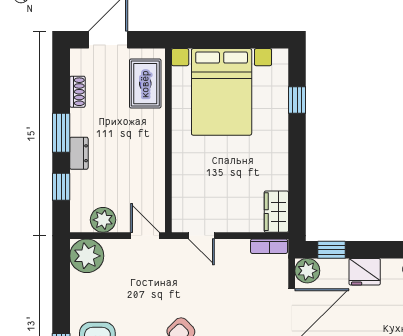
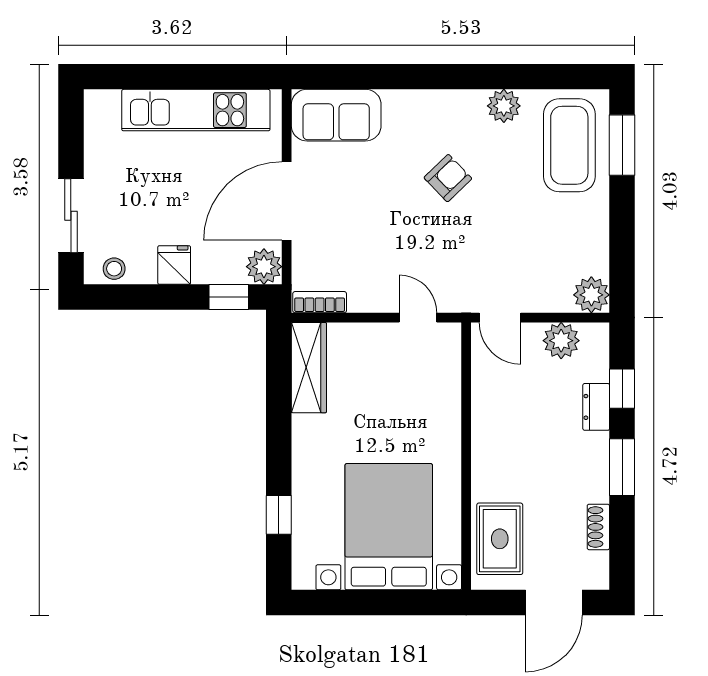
dresser: (79, 153) -> (596, 407), moved
wardrobe: (276, 212) -> (309, 368), width x1.50
plant: (87, 256) -> (591, 295), width x0.73, depth x0.73
fridge: (365, 272) -> (174, 265), width x0.72

